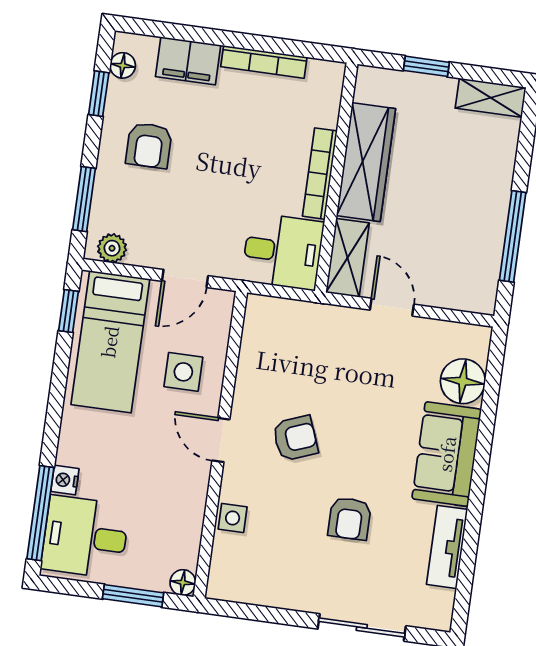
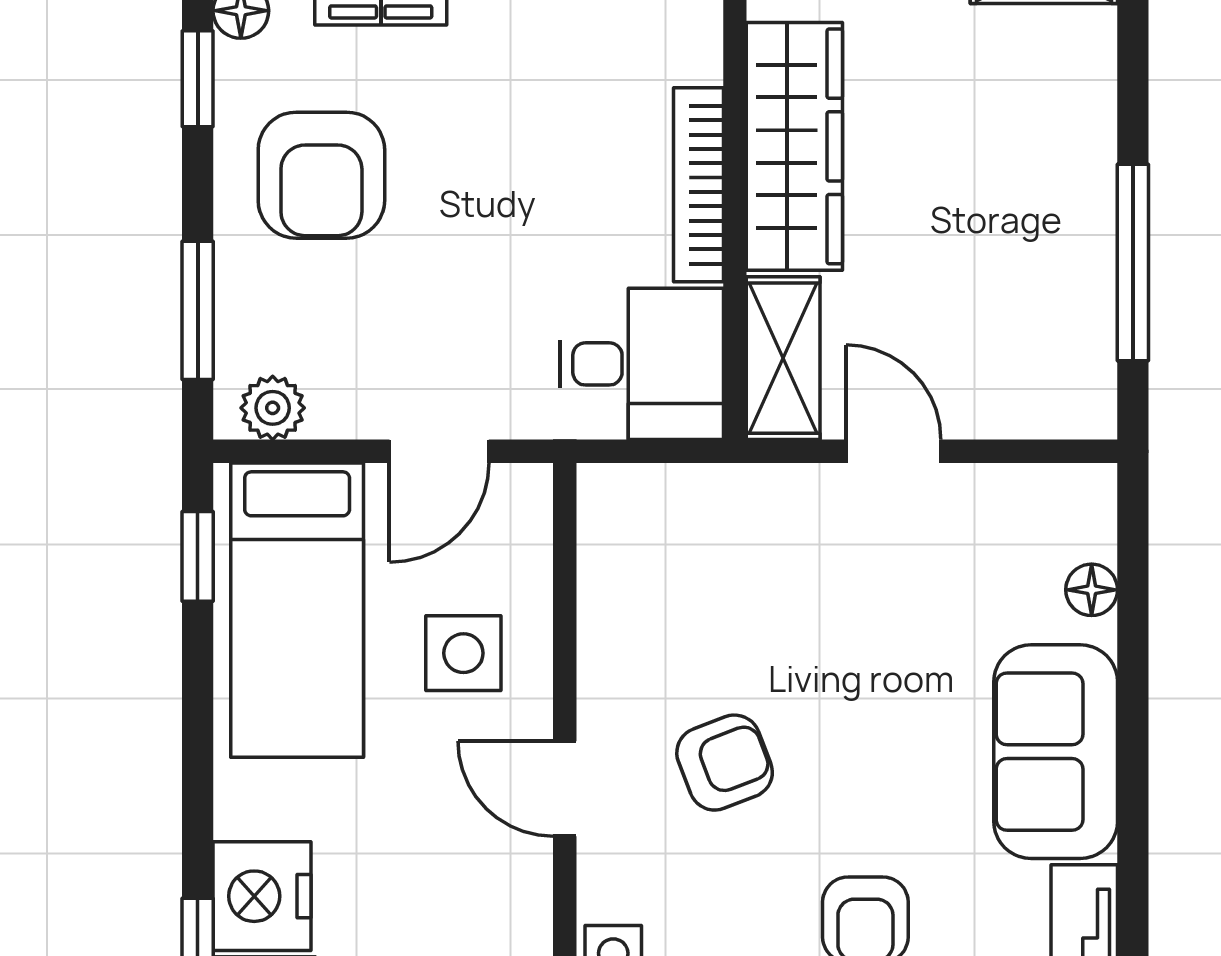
armchair: (149, 145) -> (321, 175), width x1.38, depth x1.38
floor lamp: (463, 381) -> (1092, 590), width x0.53, depth x0.53
nightstand: (65, 480) -> (262, 896), width x1.89, depth x1.79

